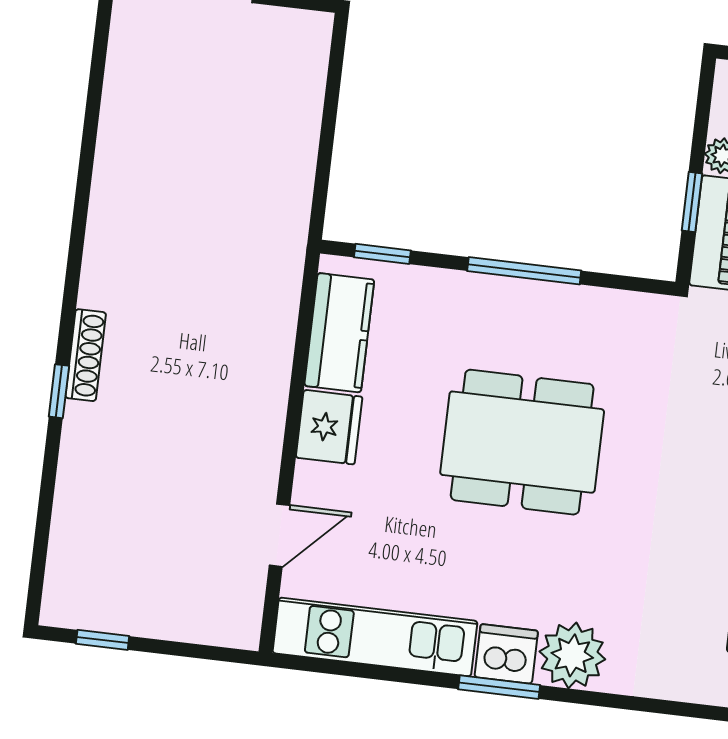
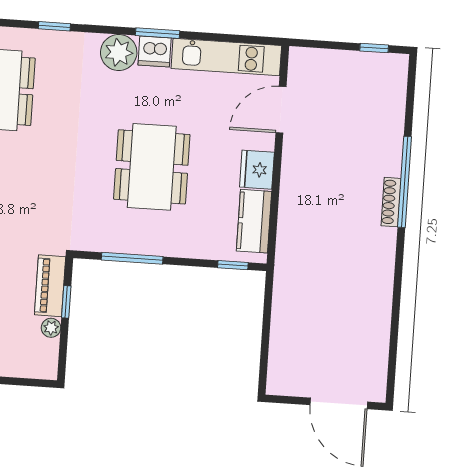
window: (524, 271) -> (132, 258), moved
window: (59, 391) -> (405, 182), width x3.17
dining table: (522, 442) -> (152, 167), turned 90
door: (279, 535) -> (281, 110), width x1.38
window: (688, 710) -> (54, 26), added

